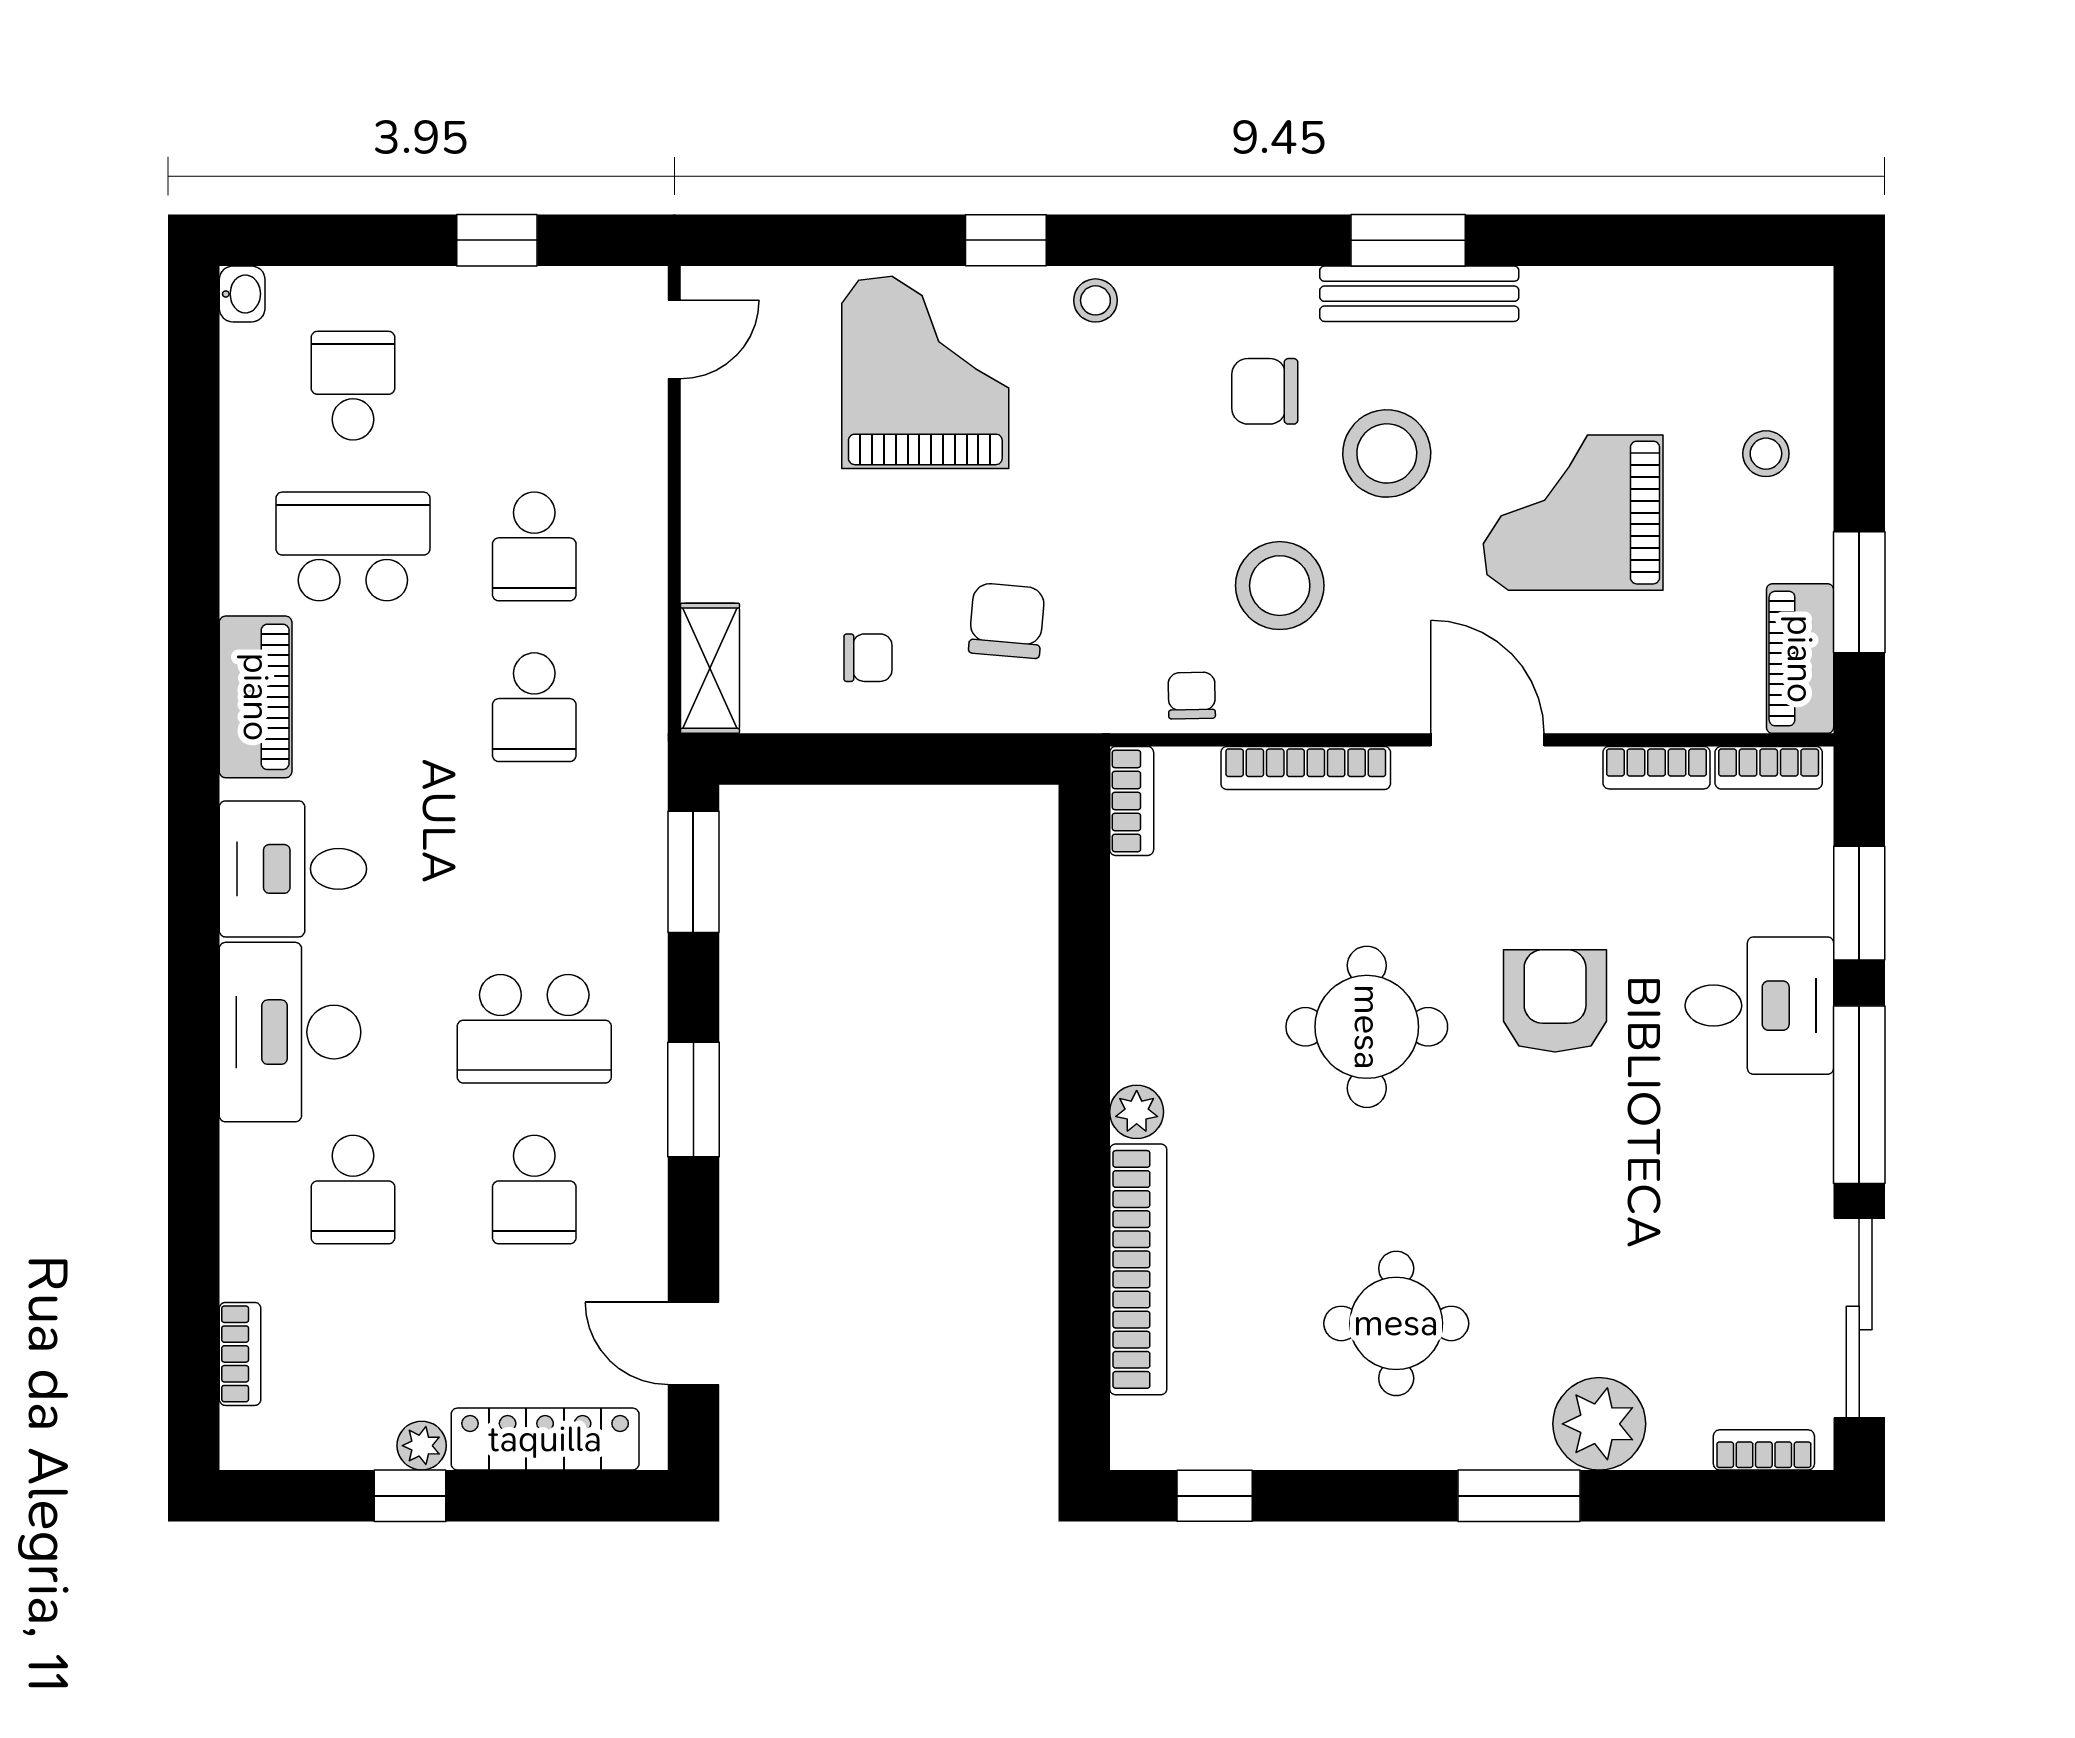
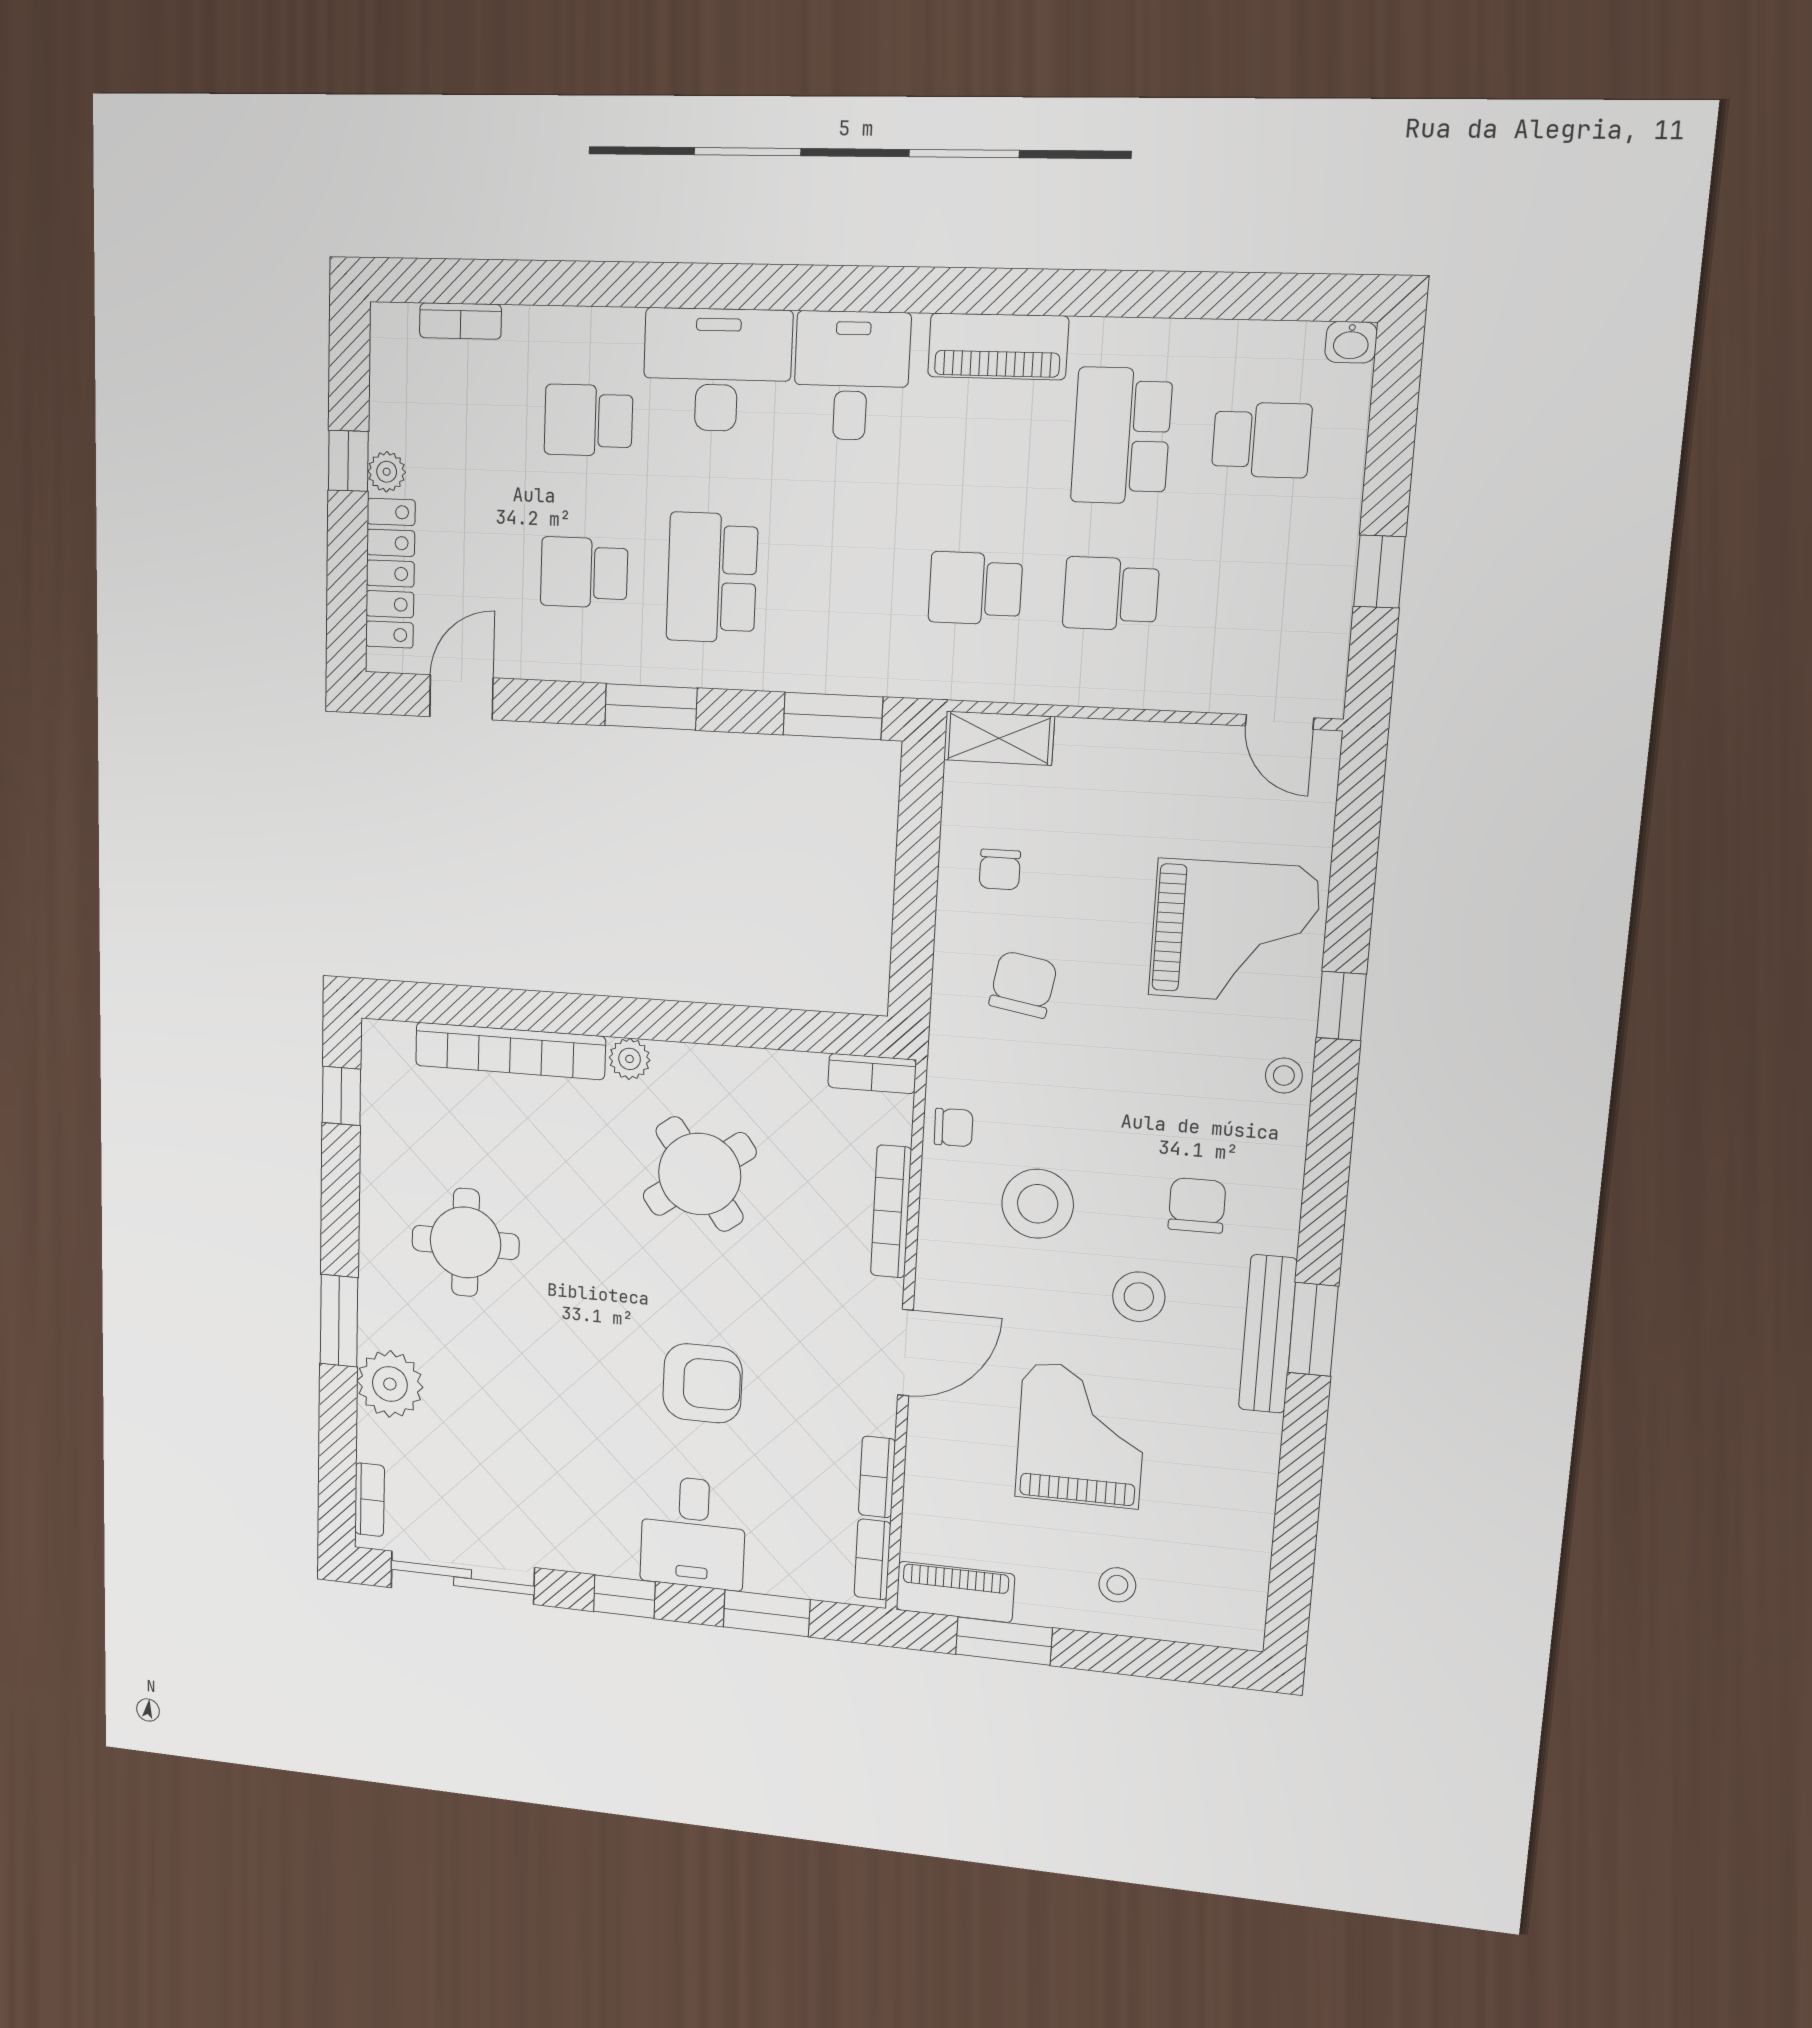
stool: (1387, 453) -> (1139, 1297), width x0.73, depth x0.73
school desk: (353, 546) -> (1122, 436), turned 180
chair: (1007, 621) -> (1023, 984), turned -85
round table: (1367, 1027) -> (700, 1174), moved, turned -36
window: (1859, 1095) -> (624, 1597), width x0.46

